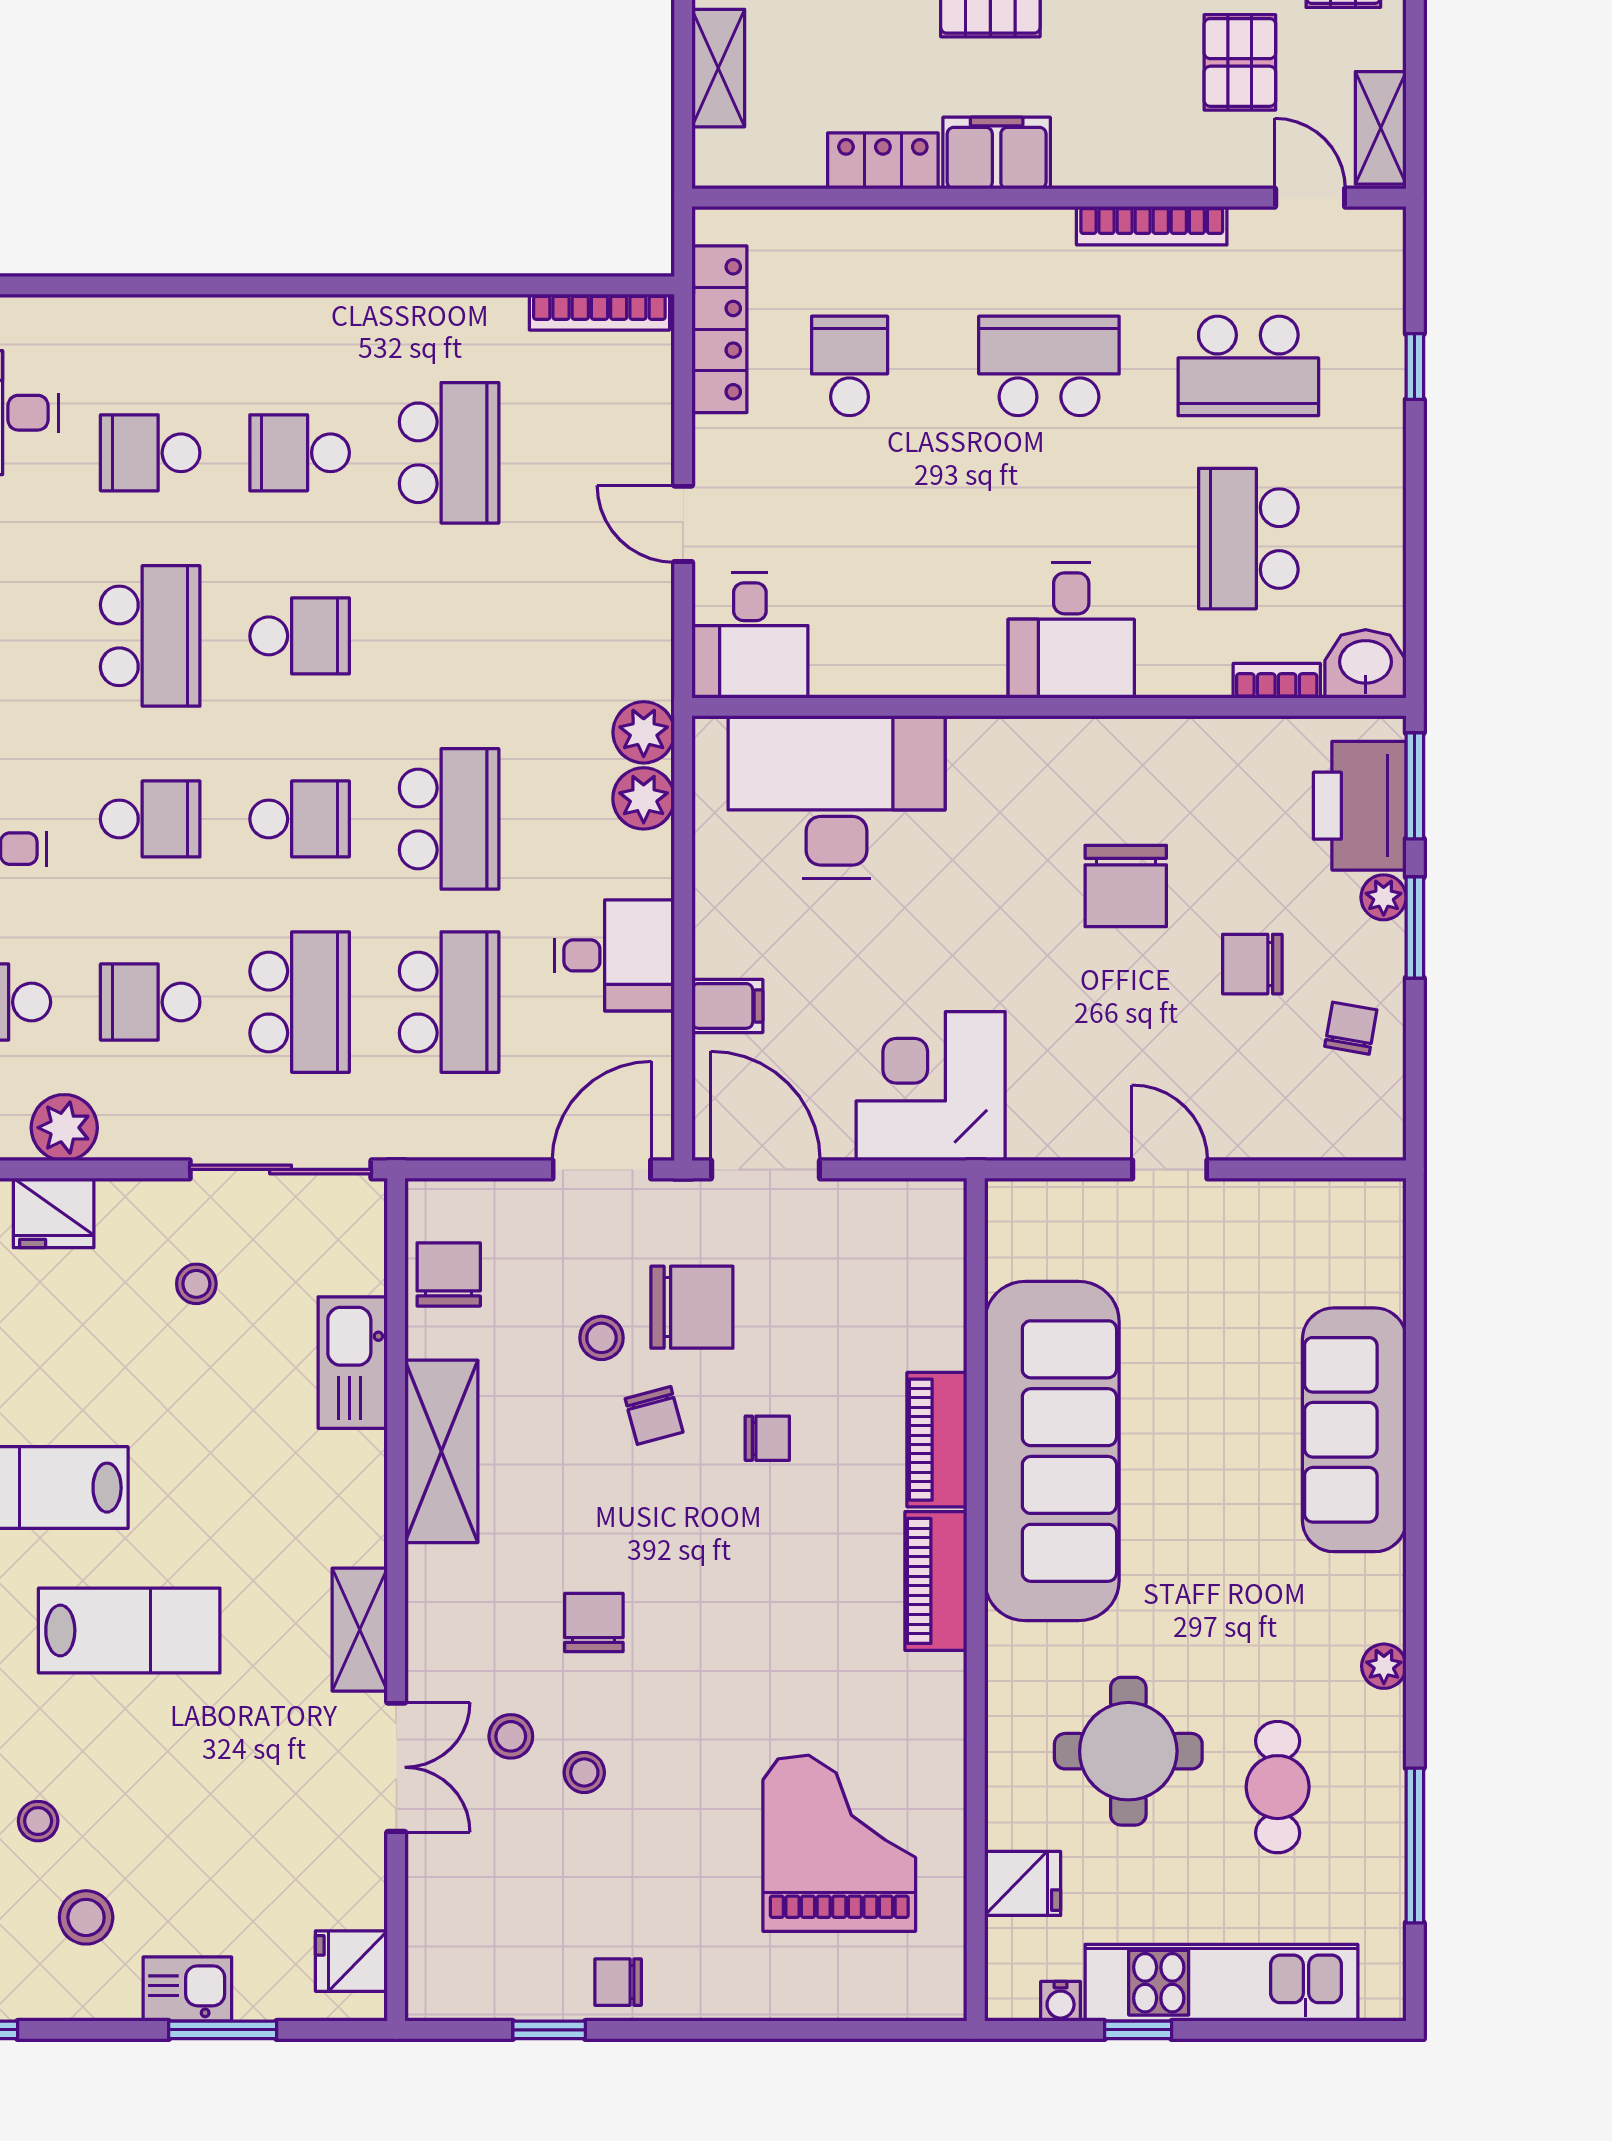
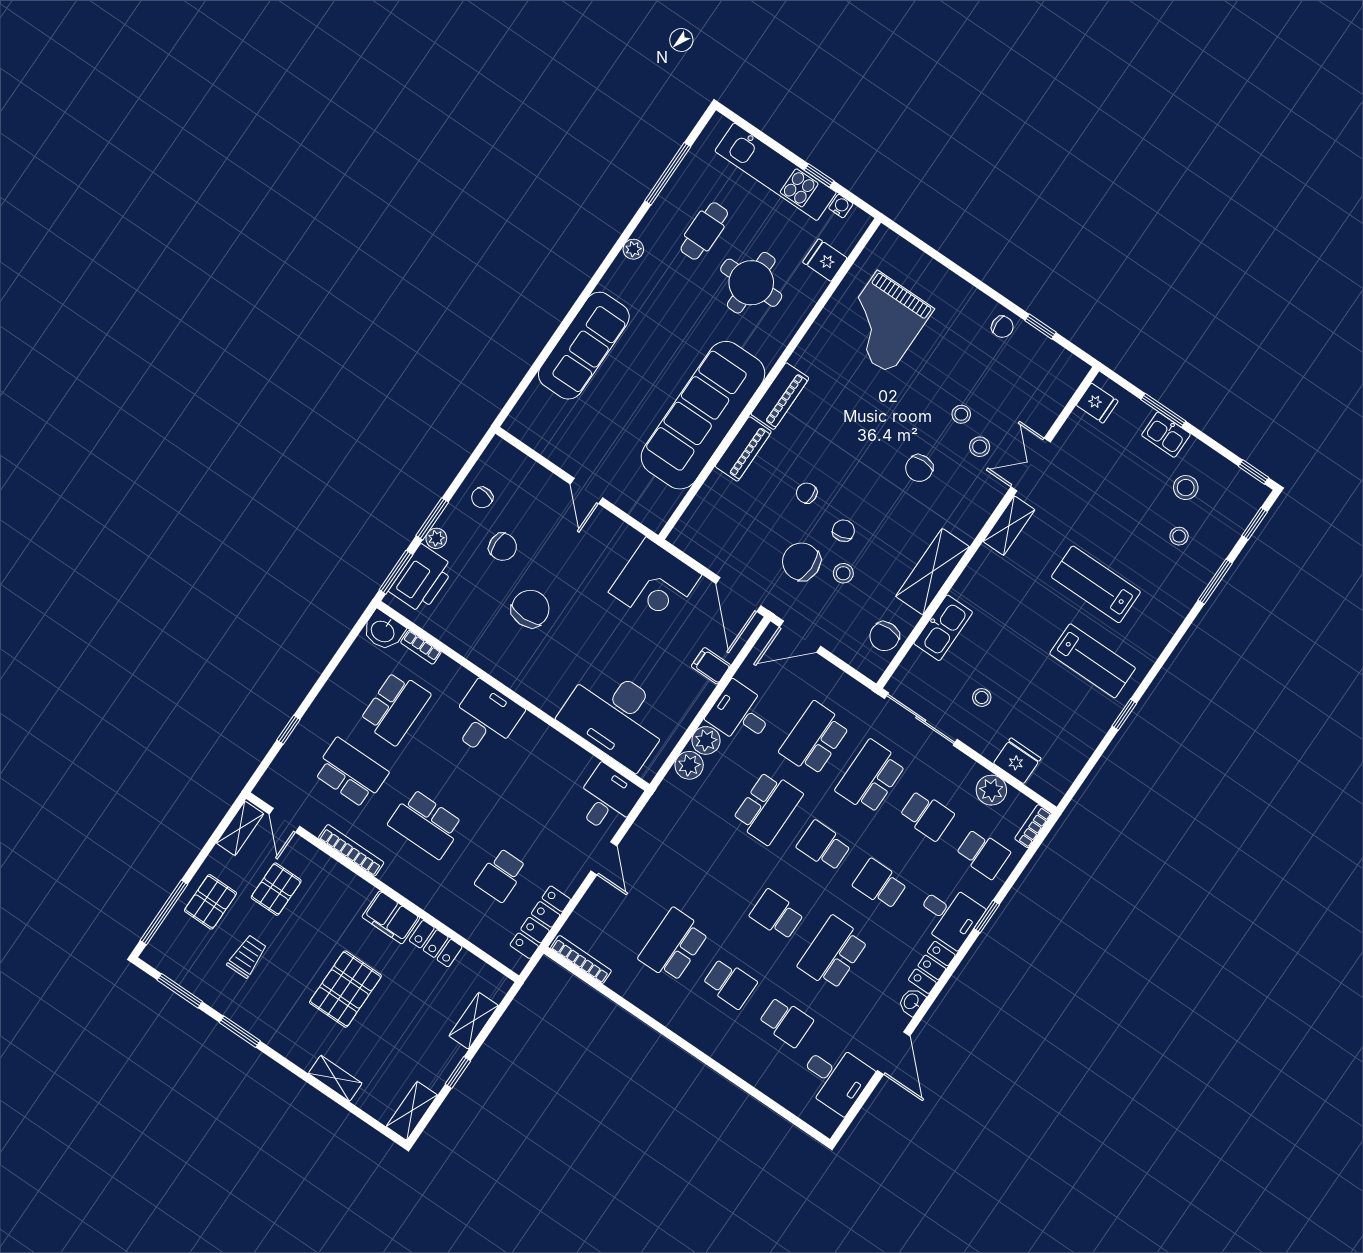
plant: (644, 732) -> (706, 740), moved
school desk: (449, 819) -> (768, 807), turned 180

